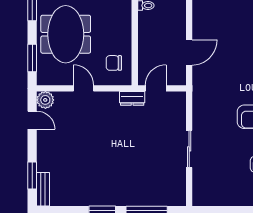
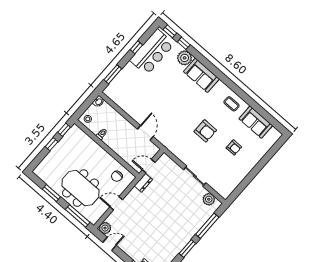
window: (32, 58) -> (78, 216), width x1.44
door: (156, 88) -> (149, 166), hinge flipped
plant: (177, 187) -> (209, 199), added

